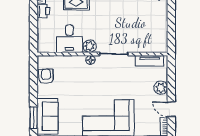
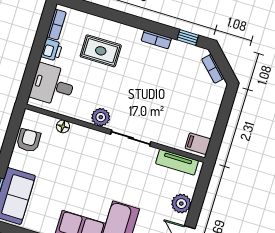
desk: (69, 39) -> (53, 85), moved, turned 90
filing cabinet: (160, 44) -> (198, 144), added
floor lamp: (91, 60) -> (63, 126), moved

